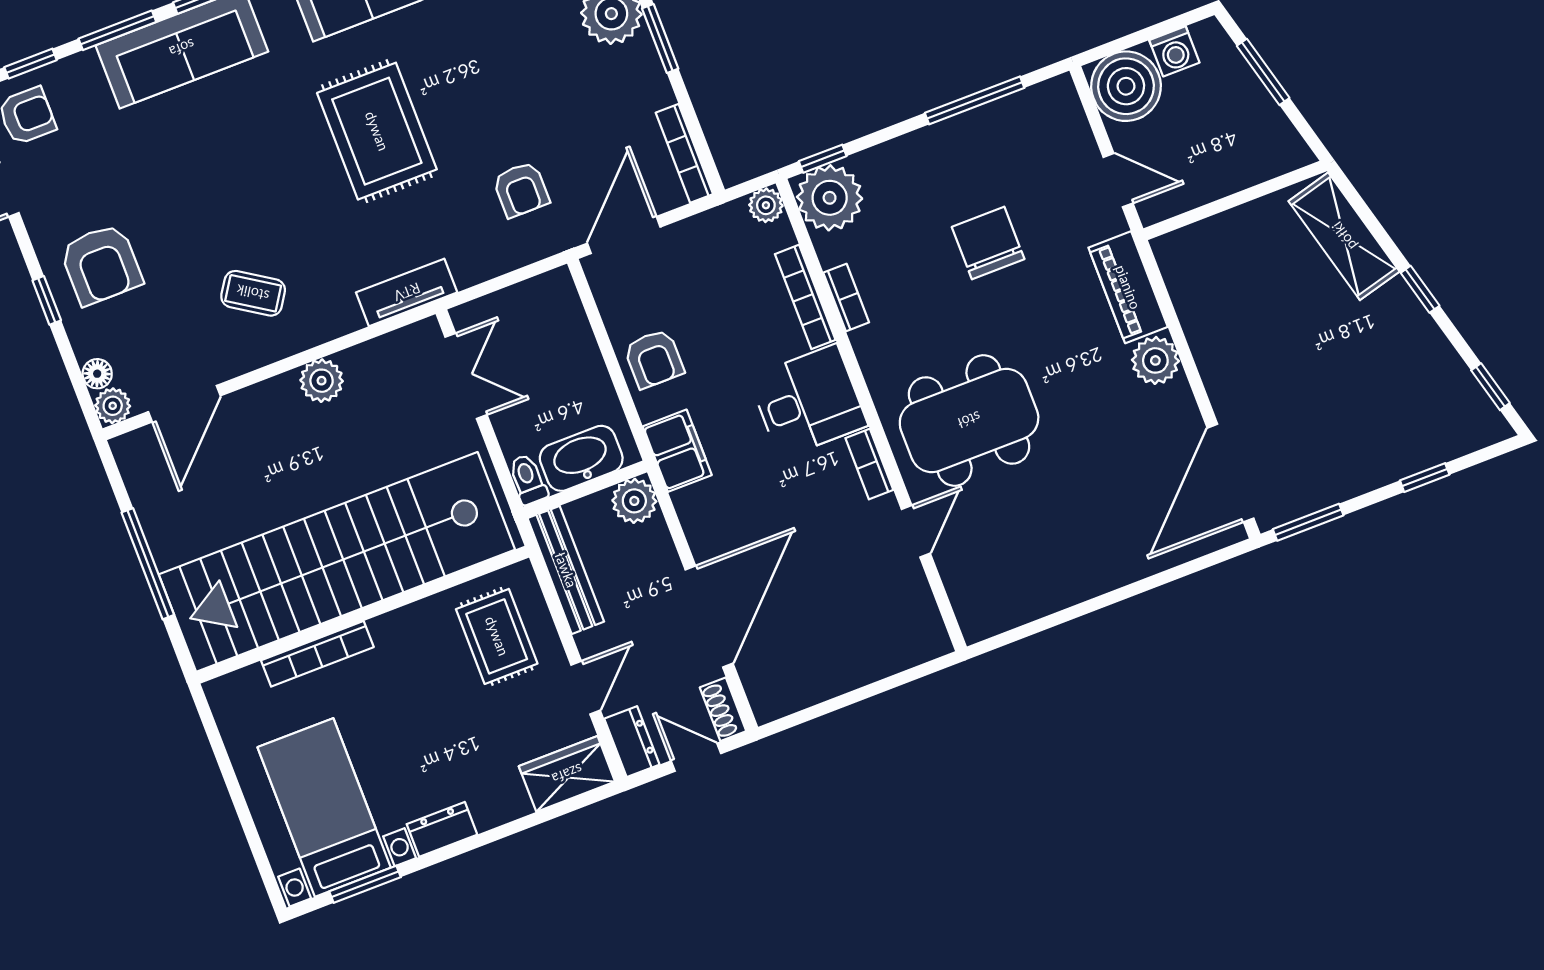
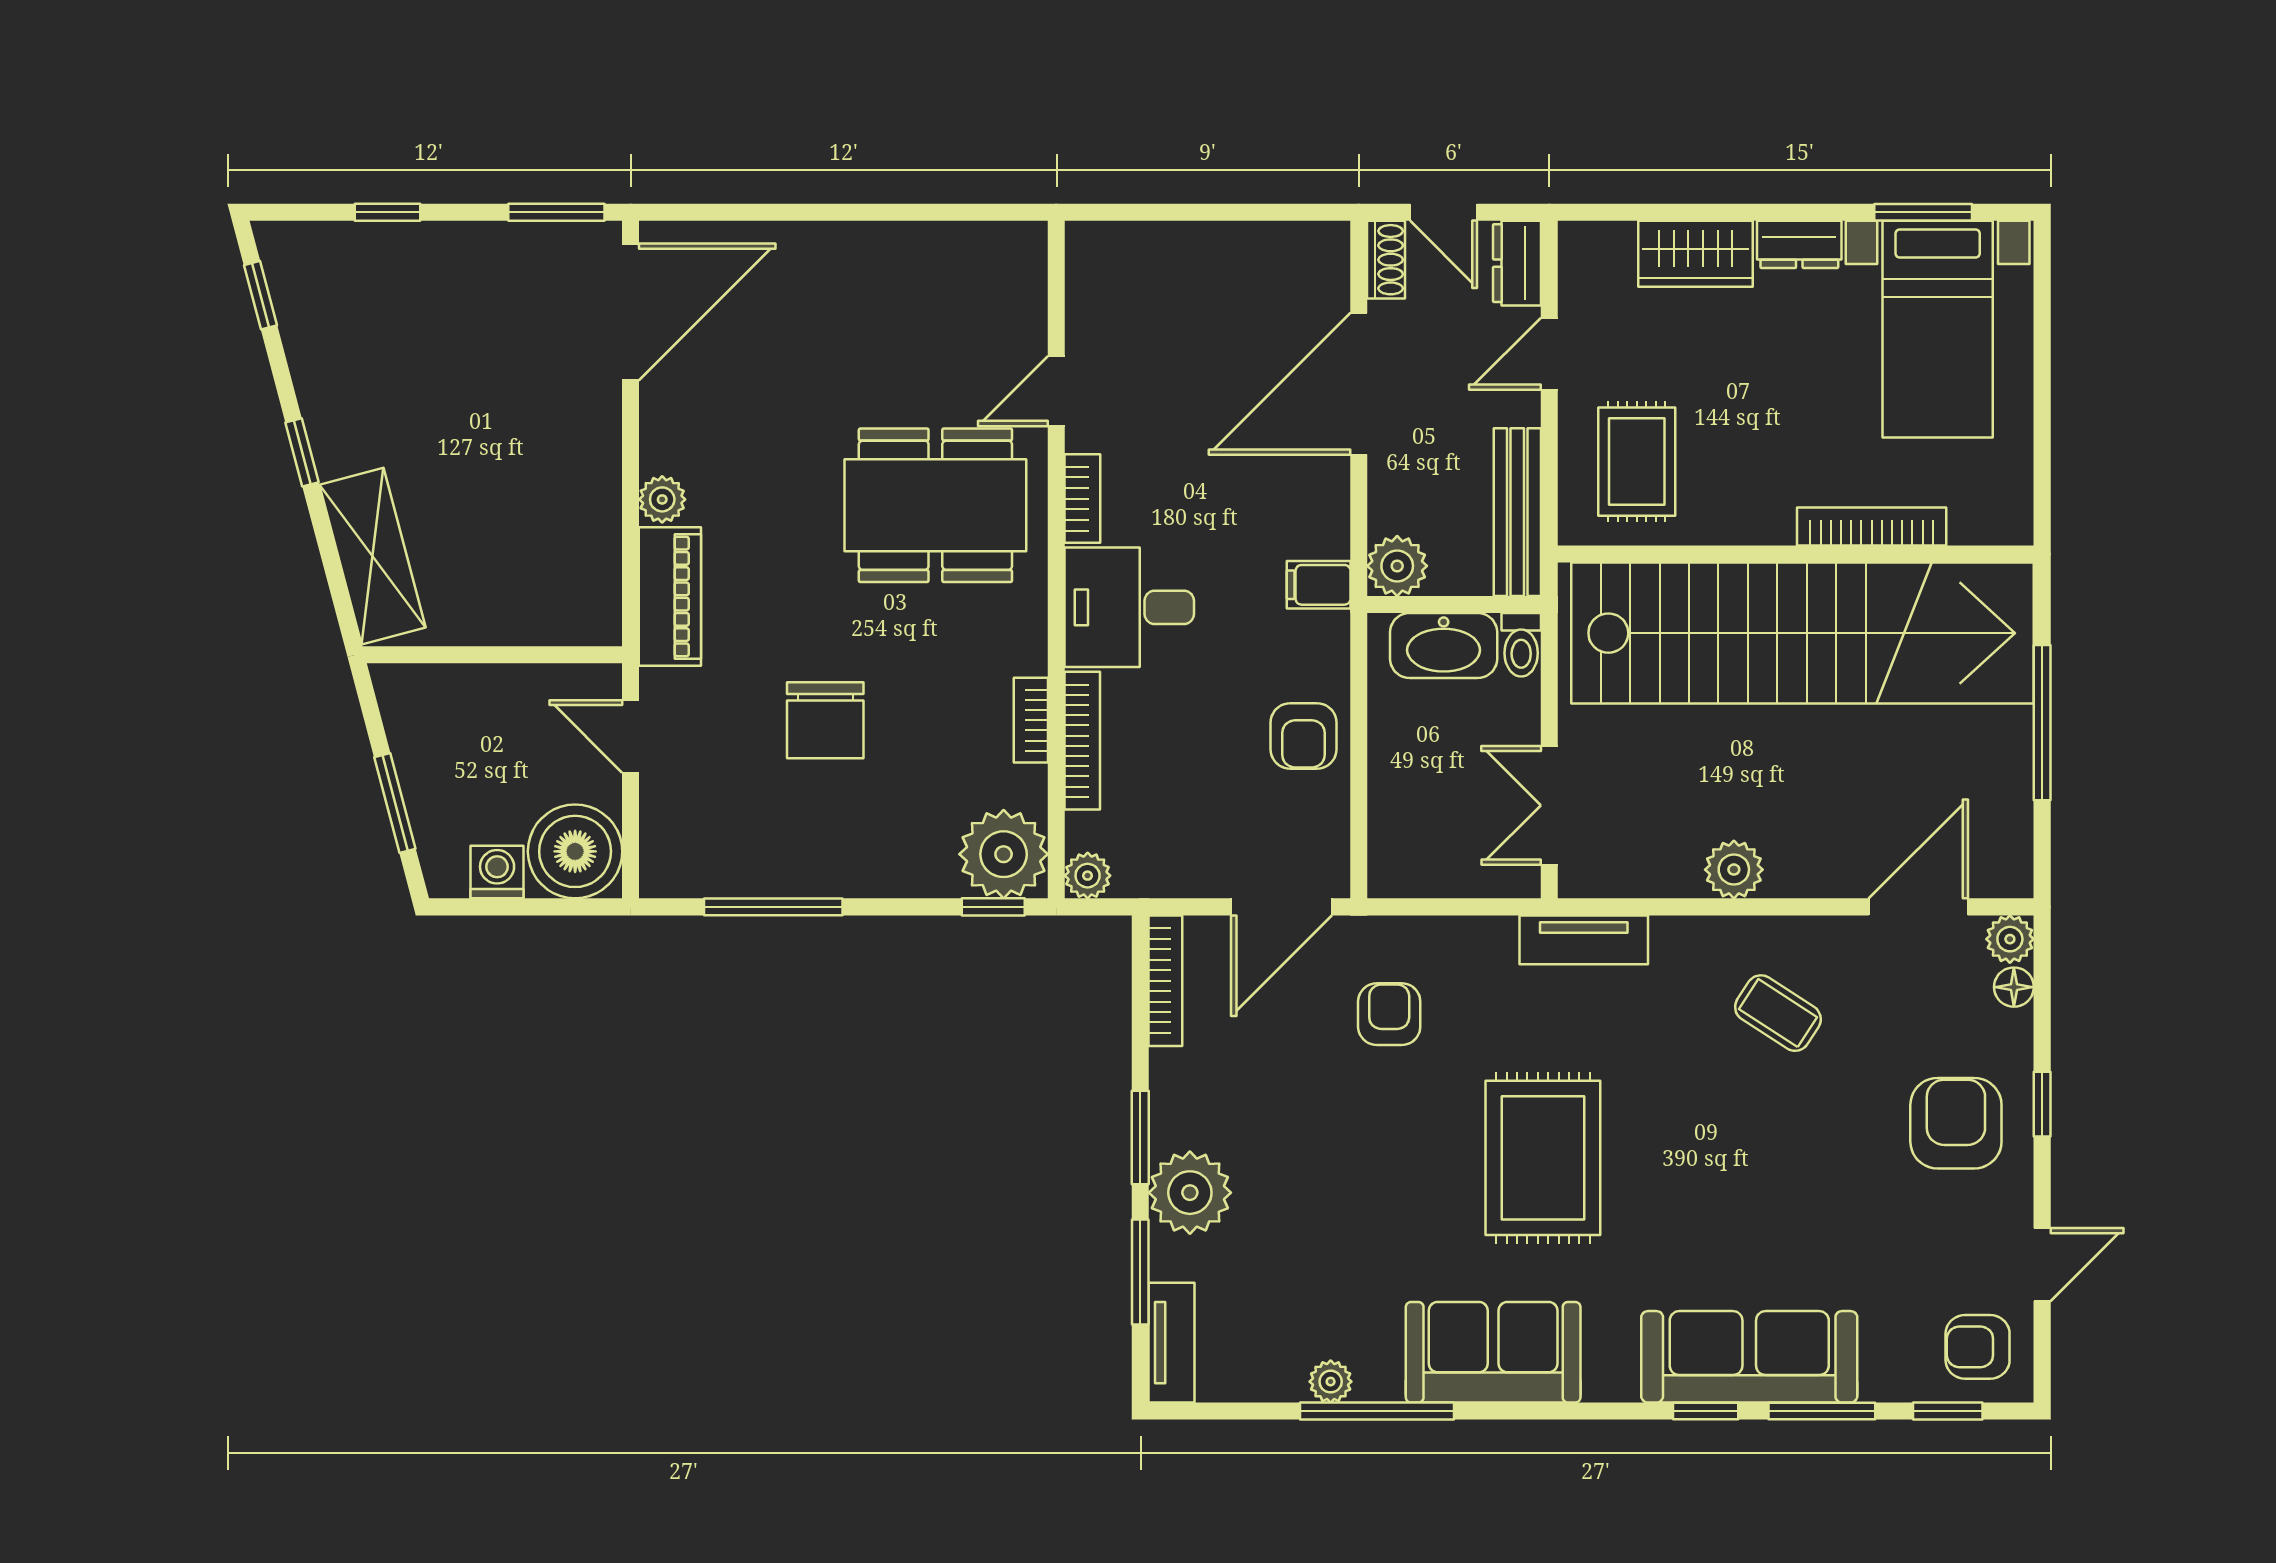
armchair: (654, 359) -> (1304, 736), turned 180
plant: (1155, 360) -> (662, 499), width x0.73, depth x0.73
filing cabinet: (677, 451) -> (1319, 585), width x0.50
wardrobe: (567, 774) -> (1696, 254), moved

